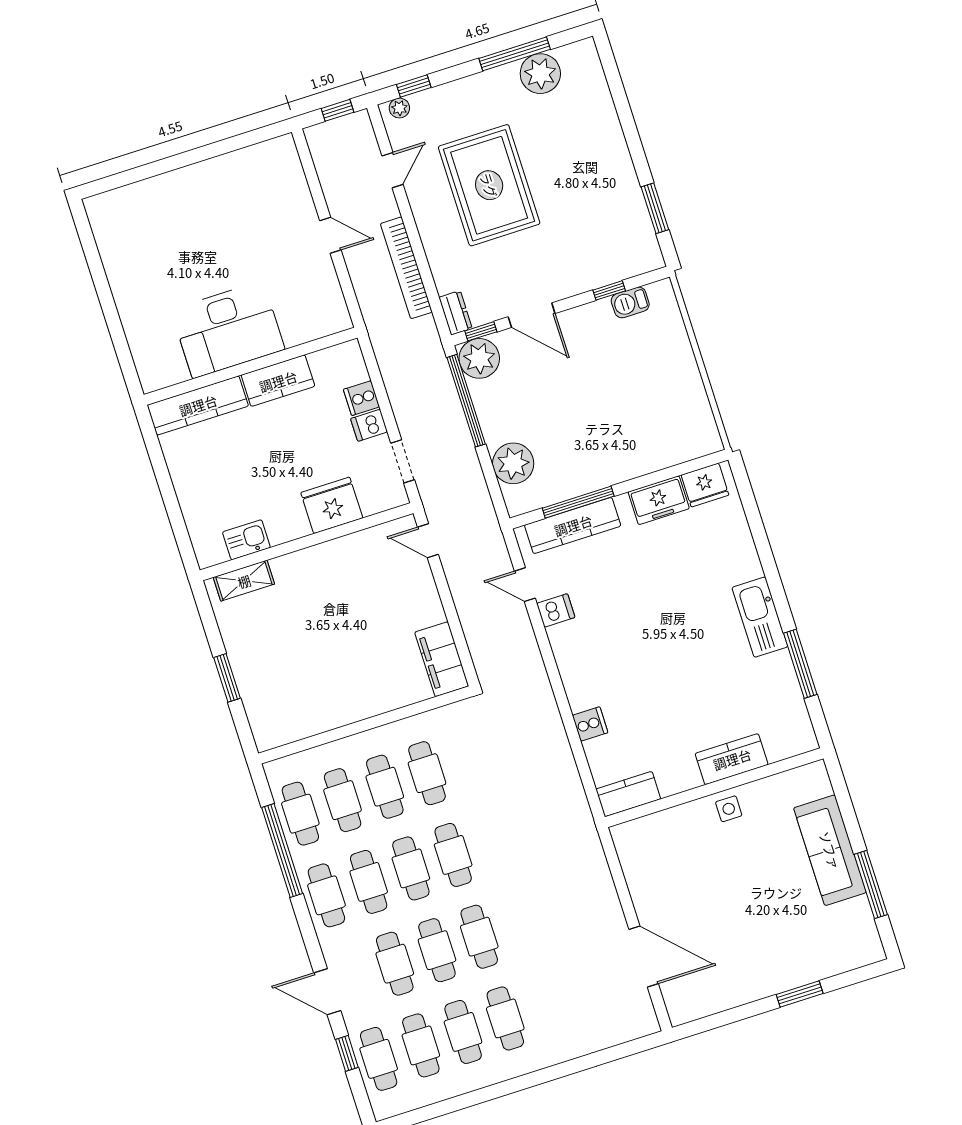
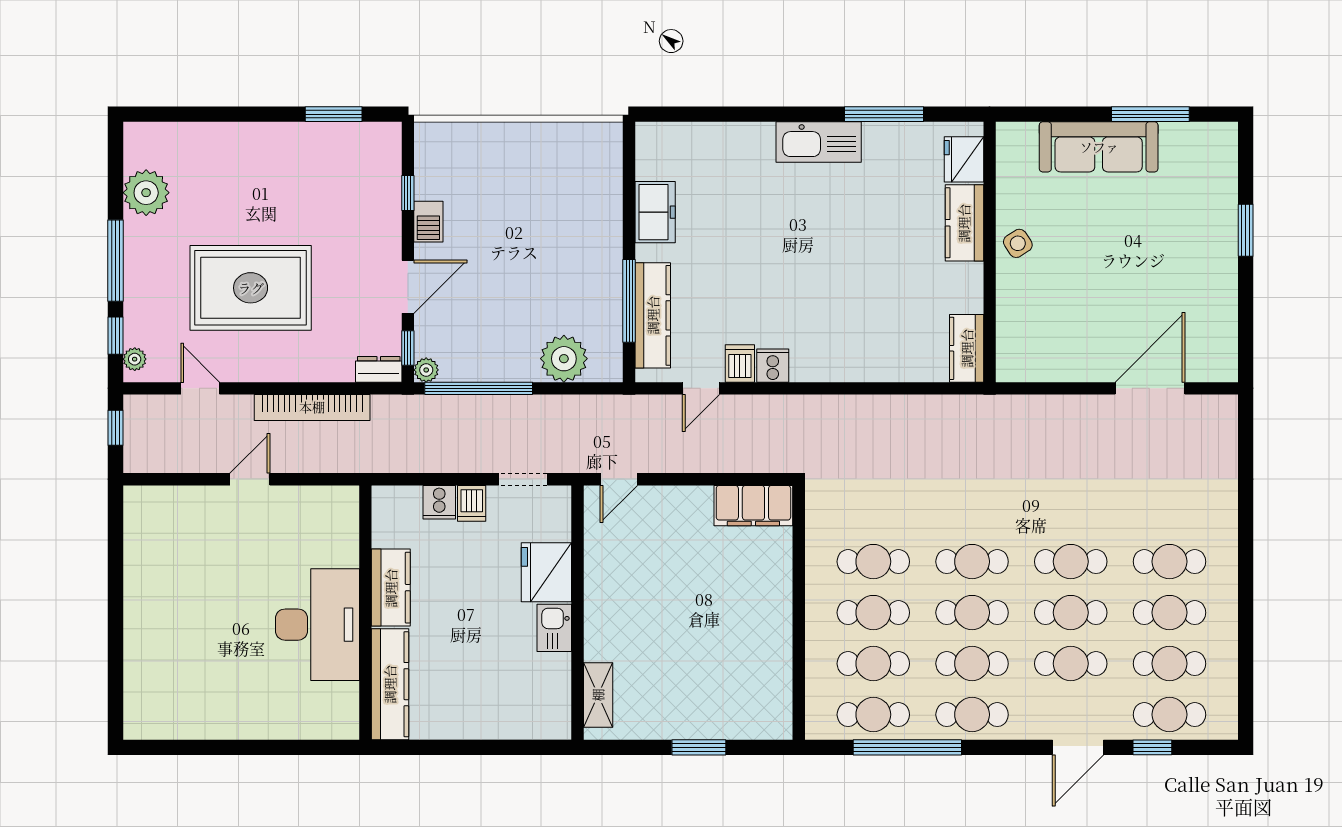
window: (515, 54) -> (115, 261), moved
barbecue: (630, 302) -> (428, 222), moved
plant: (479, 358) -> (426, 370), width x0.53, depth x0.53
fridge: (705, 485) -> (964, 159), moved, turned 180
kitchen sink: (246, 540) -> (554, 628), moved
cooker: (590, 724) -> (773, 366), moved
side table: (729, 809) -> (1018, 243), turned -33

